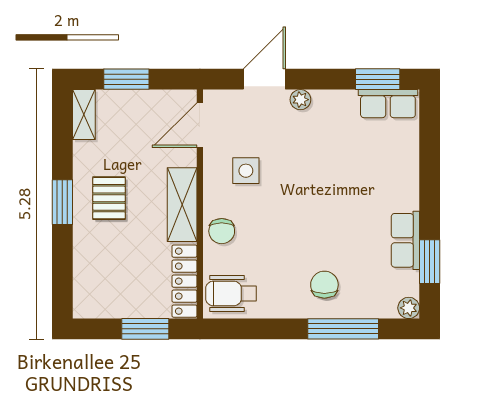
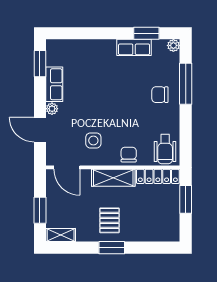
row of seats: (388, 104) -> (54, 84), moved
pallet: (109, 198) -> (109, 220), turned 90
chair: (222, 231) -> (129, 155), turned -90

